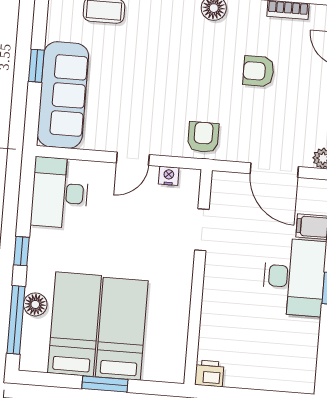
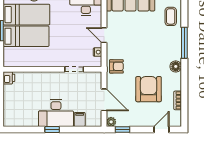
armchair: (258, 71) -> (149, 89), width x1.88, depth x1.88
door: (274, 170) -> (104, 100), swing flipped

